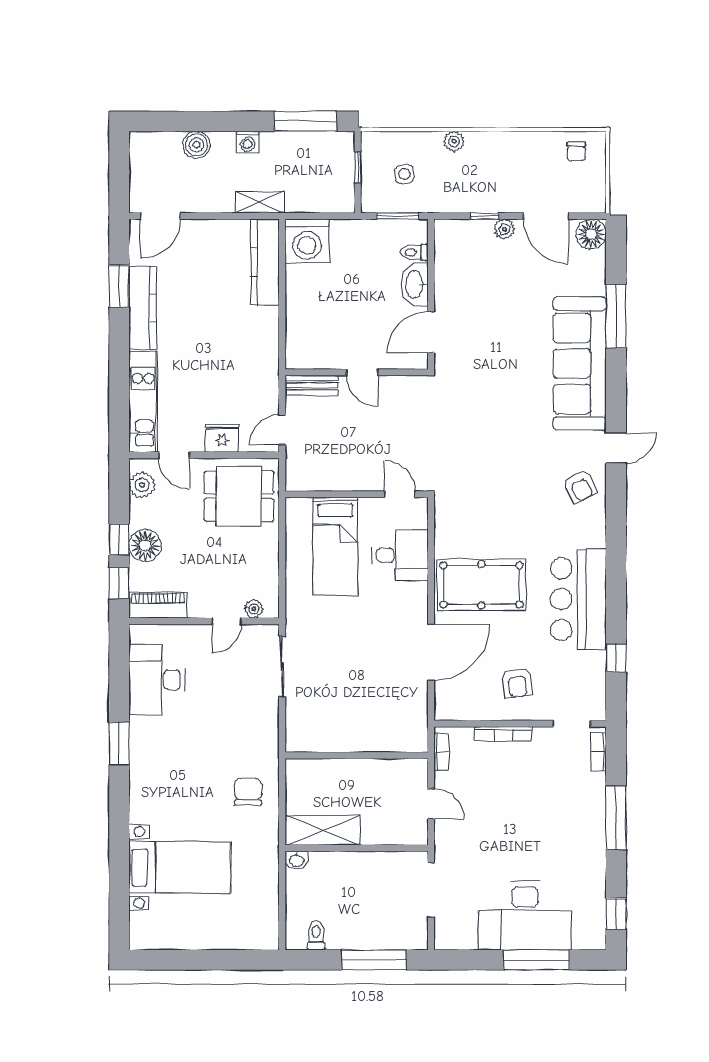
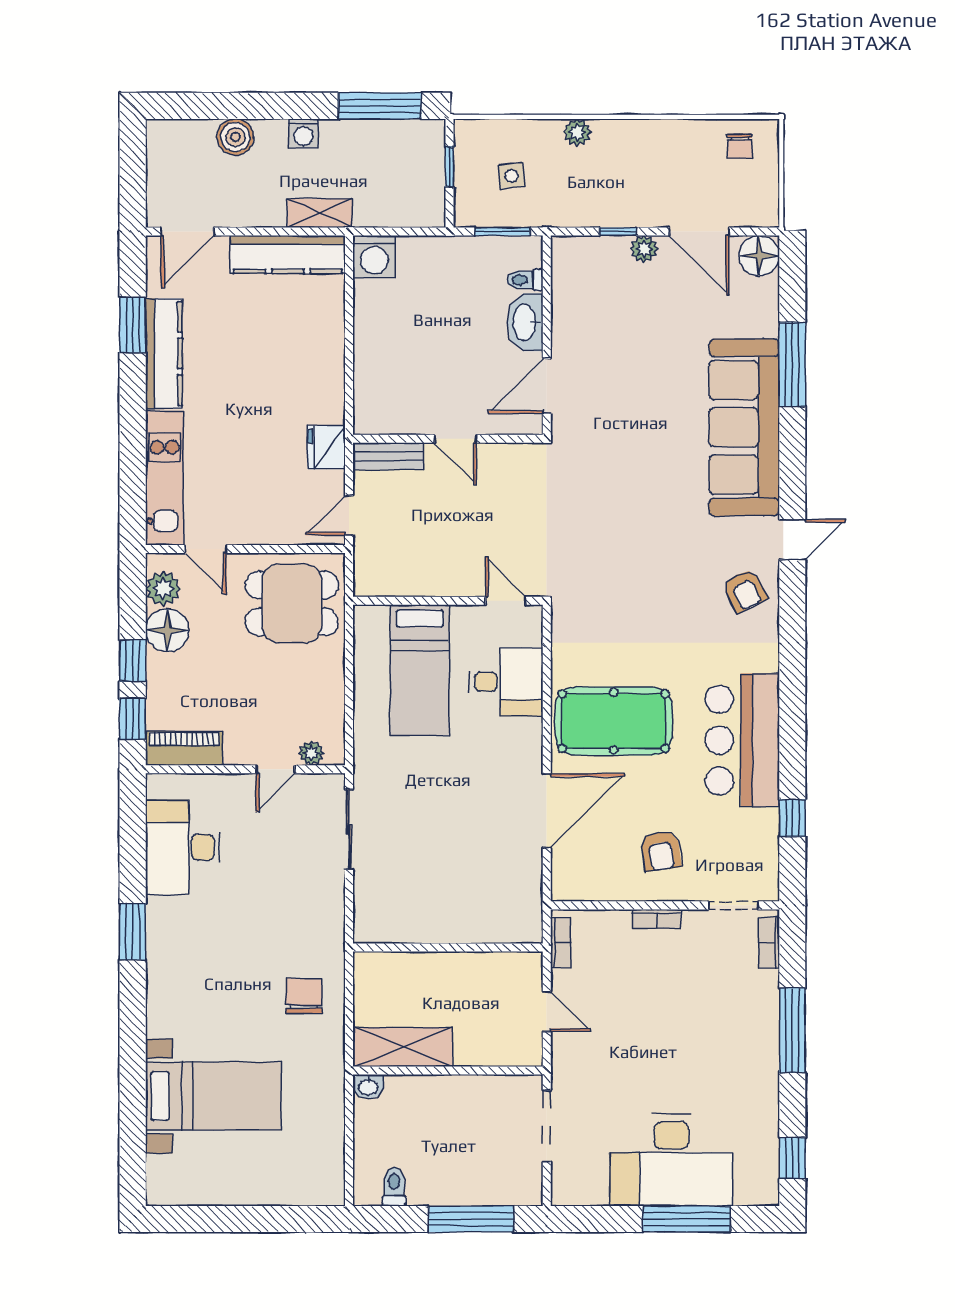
washing machine: (307, 241) -> (374, 257), width x0.73, depth x0.73
kitchen counter: (265, 262) -> (288, 255), moved, turned -90
fridge: (222, 438) -> (326, 447), moved, turned -90
floor lamp: (145, 545) -> (167, 630), moved
bookcase: (503, 734) -> (656, 919), width x0.64

